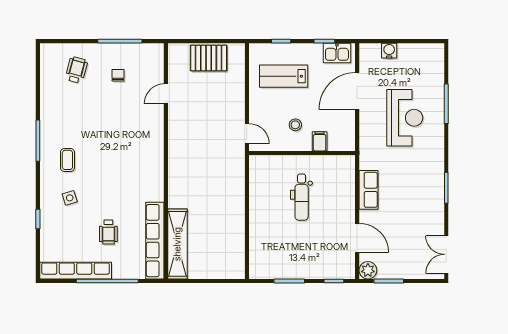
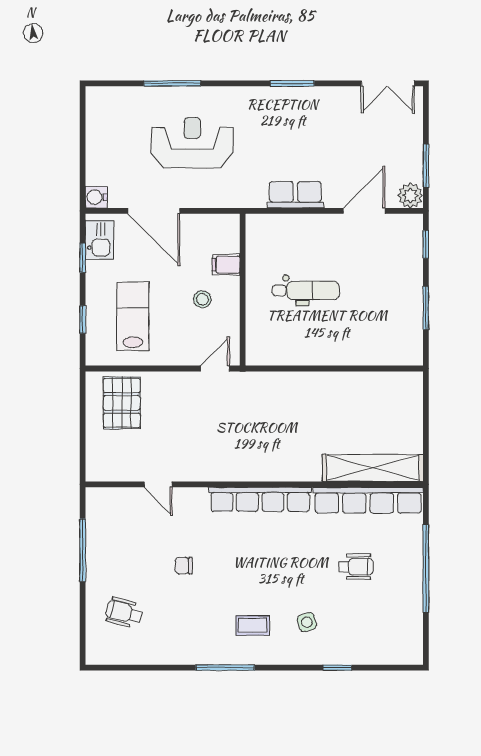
water cooler: (389, 51) -> (96, 197), moved
pallet: (209, 58) -> (122, 403), moved
chair: (118, 75) -> (184, 566), moved
lab bench: (284, 76) -> (133, 316), turned 180
row of seats: (76, 271) -> (260, 499), moved, turned -90

